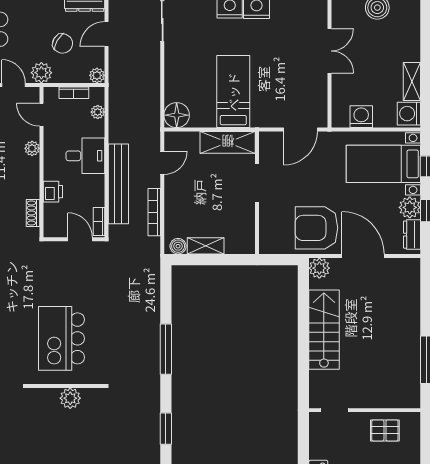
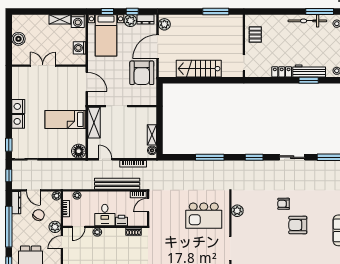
desk: (85, 156) -> (105, 215), moved, turned 180
plant: (319, 268) -> (164, 24), moved

